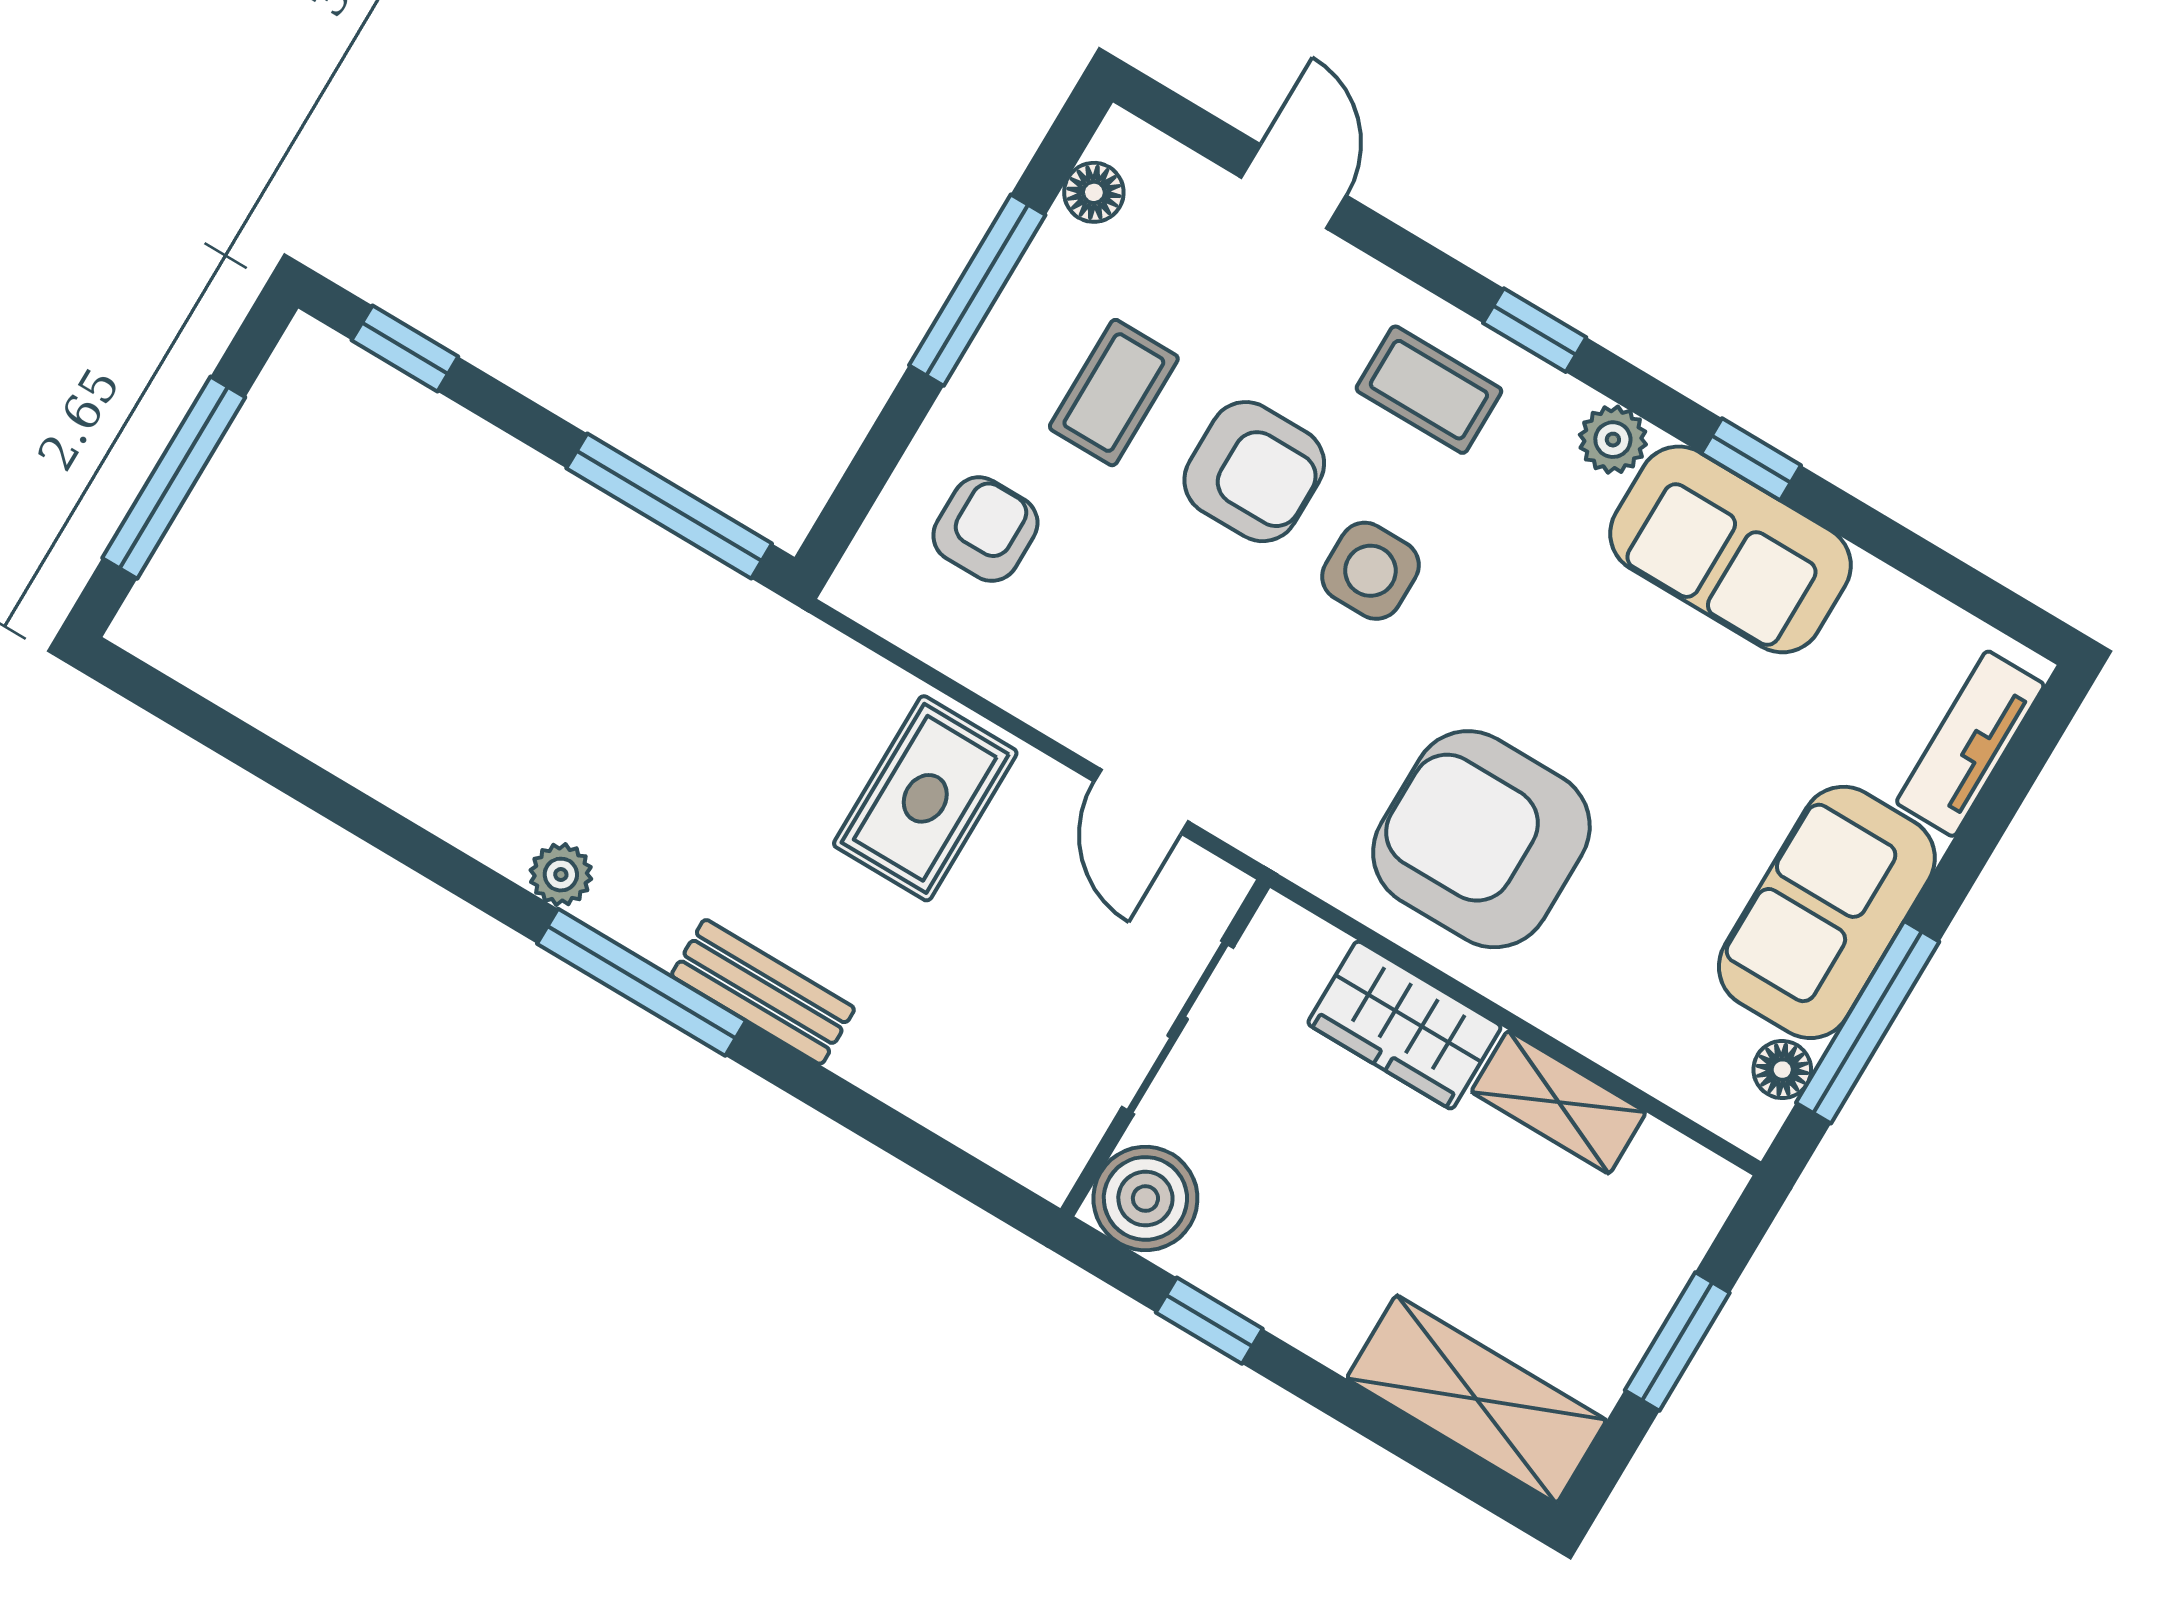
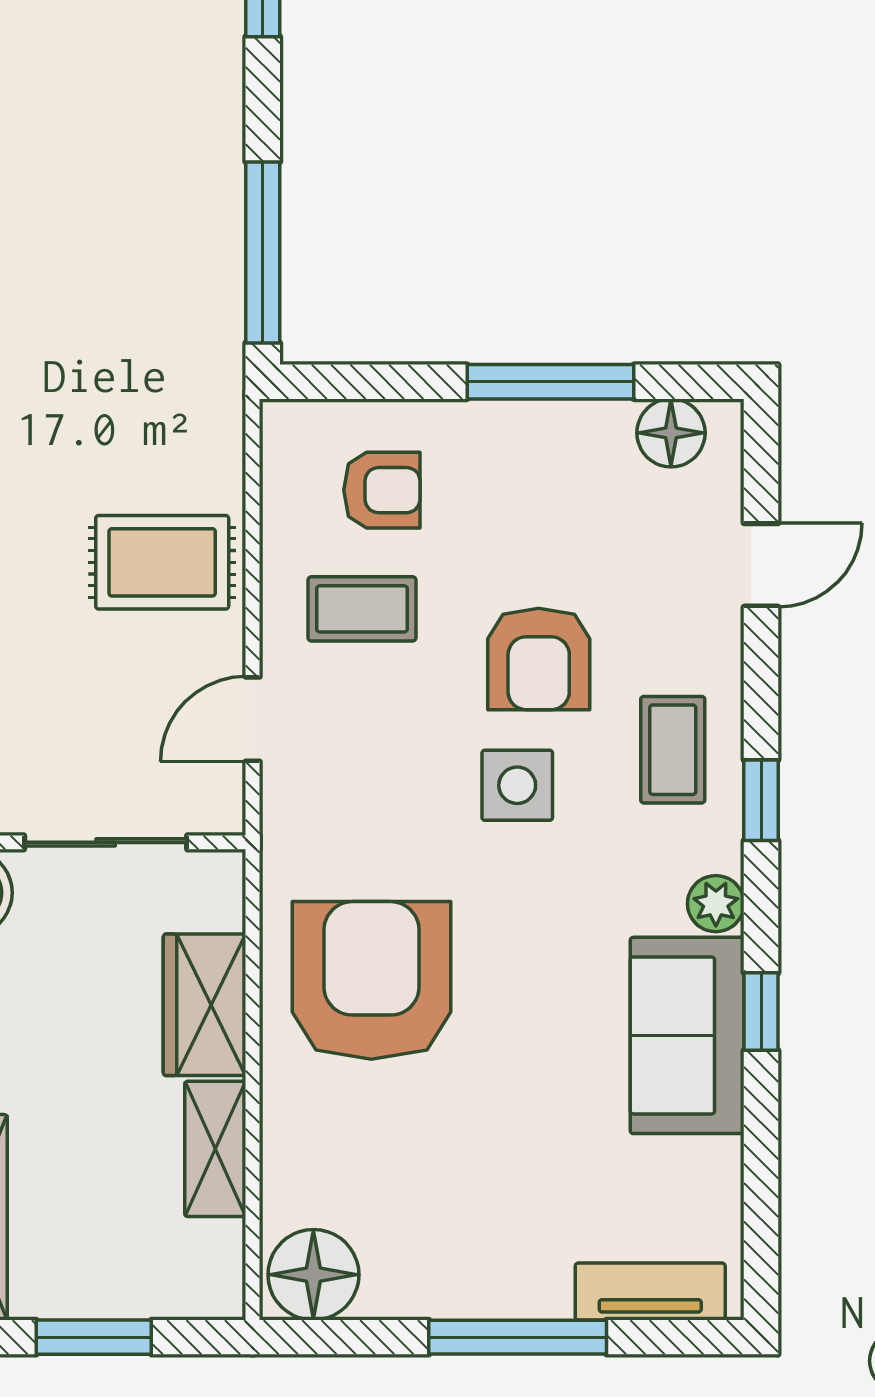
floor lamp: (1094, 192) -> (671, 433), width x1.37, depth x1.37
coffee table: (1114, 393) -> (362, 609), moved
sofa: (1827, 912) -> (467, 1261), removed
window: (1868, 1022) -> (518, 1337), moved
floor lamp: (1782, 1070) -> (313, 1275), width x1.89, depth x1.89

